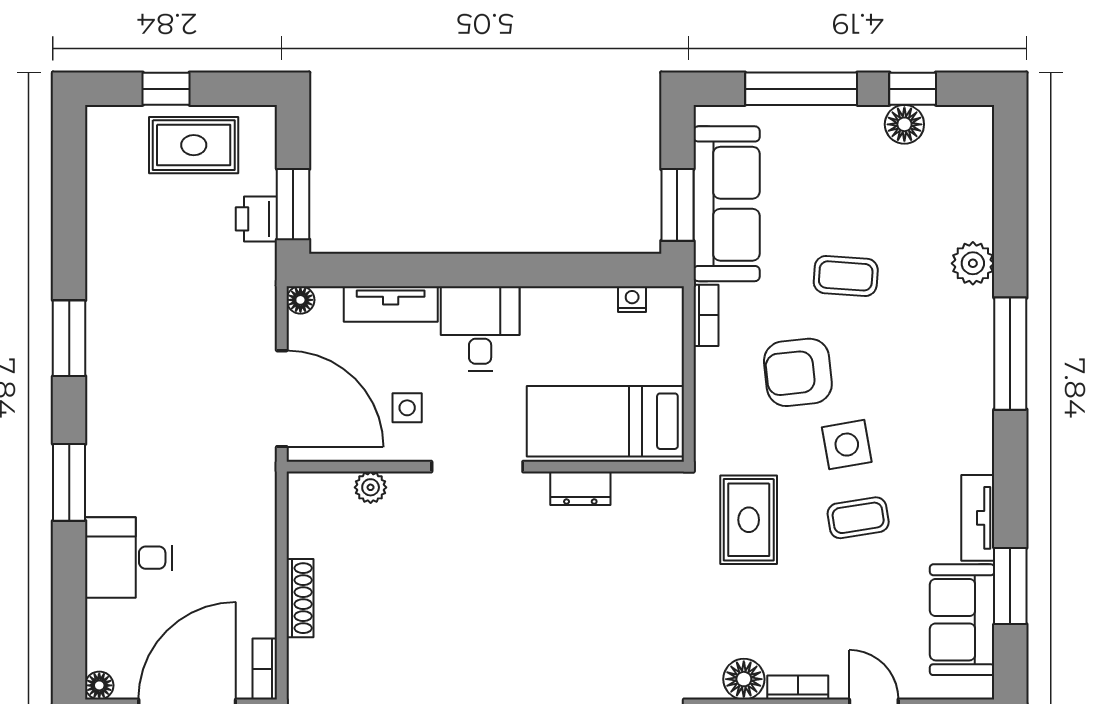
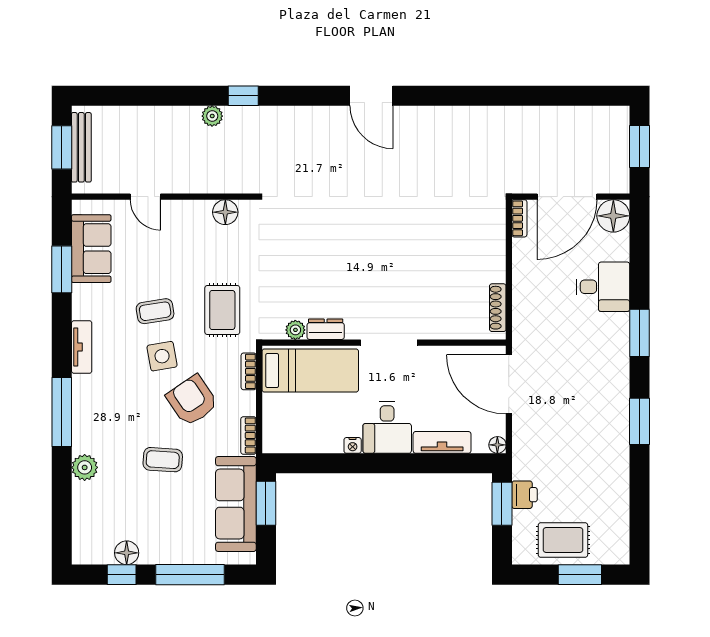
window: (166, 89) -> (580, 575), width x1.50
nightstand: (632, 299) -> (353, 445), moved
armchair: (798, 372) -> (192, 400), turned -118
side table: (407, 408) -> (432, 379), removed
plant: (371, 487) -> (295, 330), moved
tv unit: (978, 518) -> (82, 347), moved
shoe rack: (300, 598) -> (498, 308), moved
floor lamp: (99, 685) -> (613, 216), width x1.89, depth x1.89
bookcase: (798, 687) -> (249, 371), moved, turned 90

